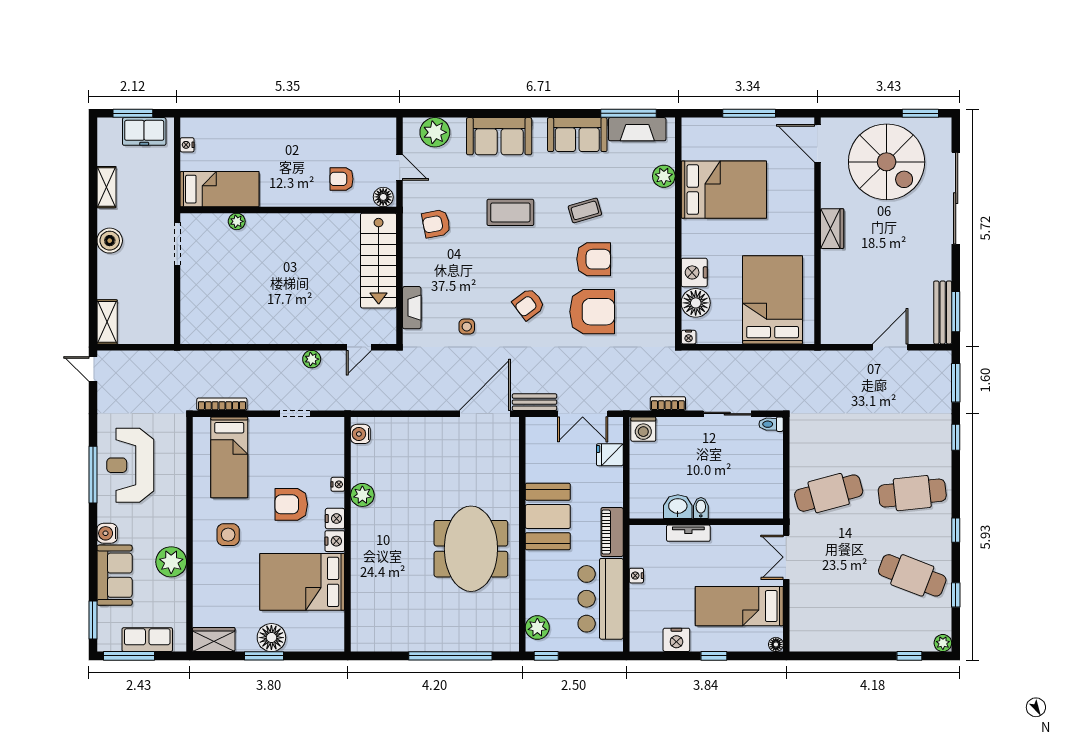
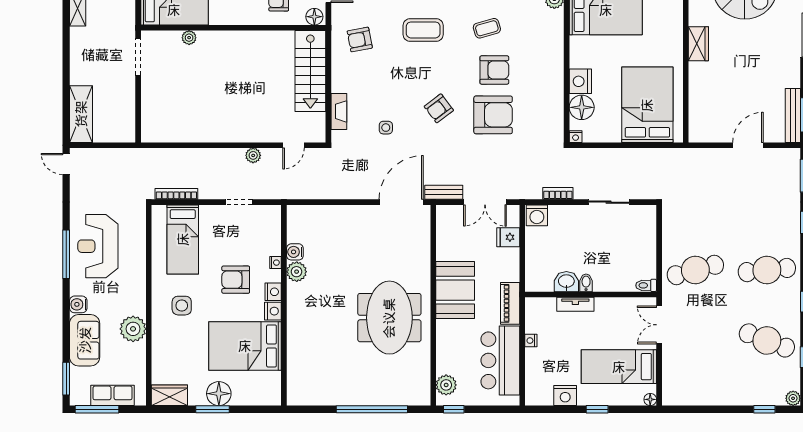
boiler: (110, 241) -> (80, 54), removed
shelving: (107, 322) -> (81, 114), width x1.50, depth x1.33
toilet: (771, 424) -> (646, 285), moved
water cooler: (360, 434) -> (295, 252), moved

